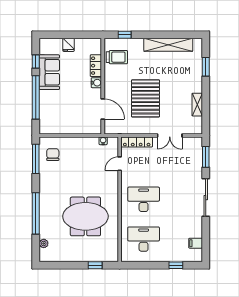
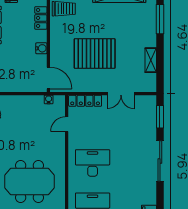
window: (206, 67) -> (160, 19), width x1.44
water cooler: (96, 83) -> (41, 48), moved
pallet: (145, 98) -> (95, 54), turned 90
door: (103, 109) -> (48, 78), moved

